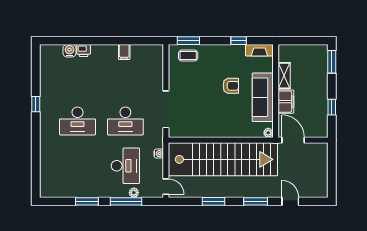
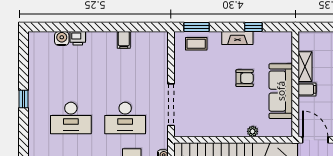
fireplace: (259, 50) -> (237, 38), moved
filing cabinet: (286, 102) -> (307, 89), width x0.50
plant: (268, 133) -> (253, 131), moved

